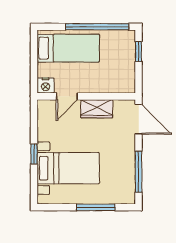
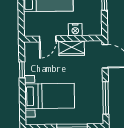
nightstand: (46, 85) -> (75, 30), moved
window: (34, 154) -> (22, 70), moved

